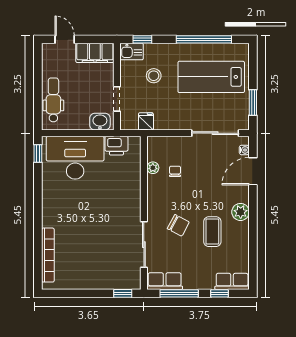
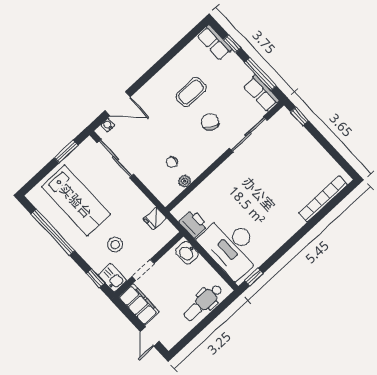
doorway: (117, 99) -> (143, 270), moved
plant: (241, 212) -> (157, 85), removed

